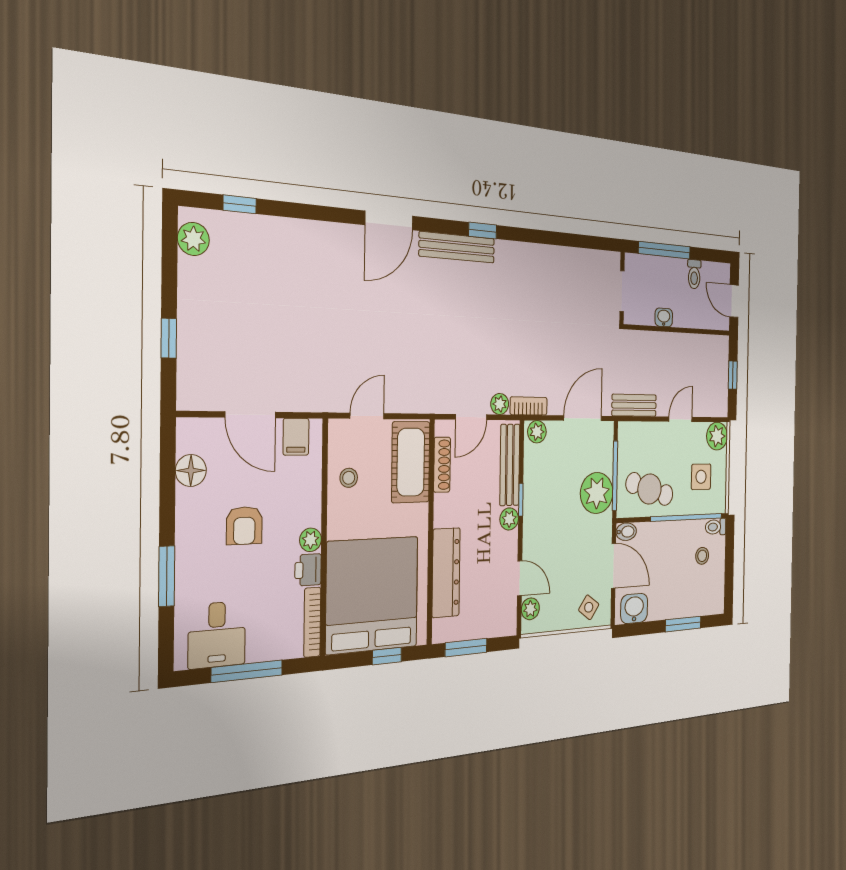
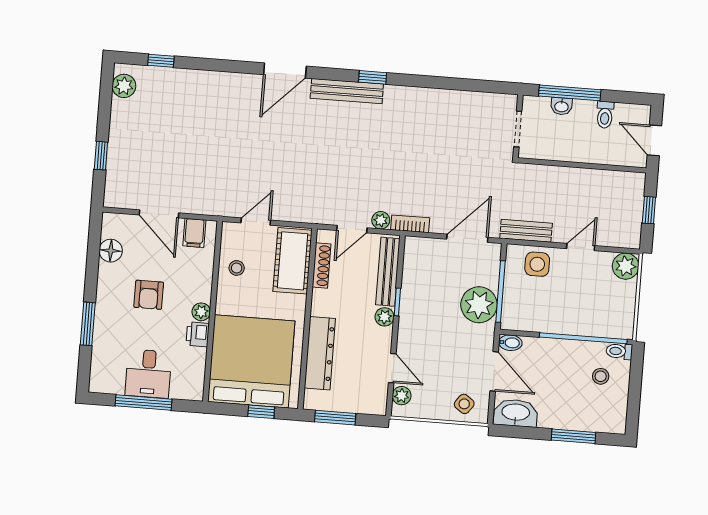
washbasin: (664, 317) -> (561, 106), moved, turned 180
plant: (537, 432) -> (418, 246), removed
side table: (701, 477) -> (537, 264), moved
cafe table: (650, 489) -> (540, 307), removed
washbasin: (634, 608) -> (516, 413), width x1.38
bookcase: (312, 622) -> (199, 375), removed
desk: (217, 635) -> (148, 374), moved

